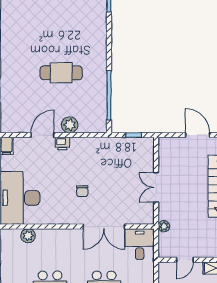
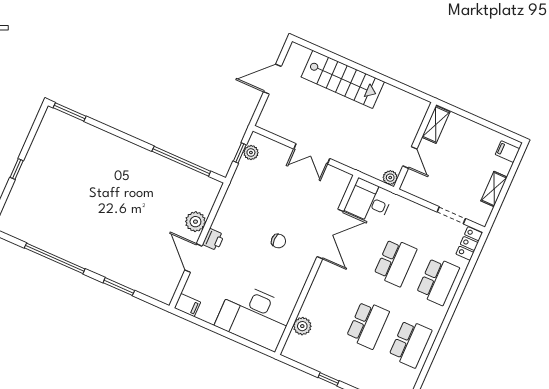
cafe table: (61, 73) -> (131, 205), removed
plant: (138, 143) -> (251, 153), added
plant: (164, 226) -> (390, 178), moved

